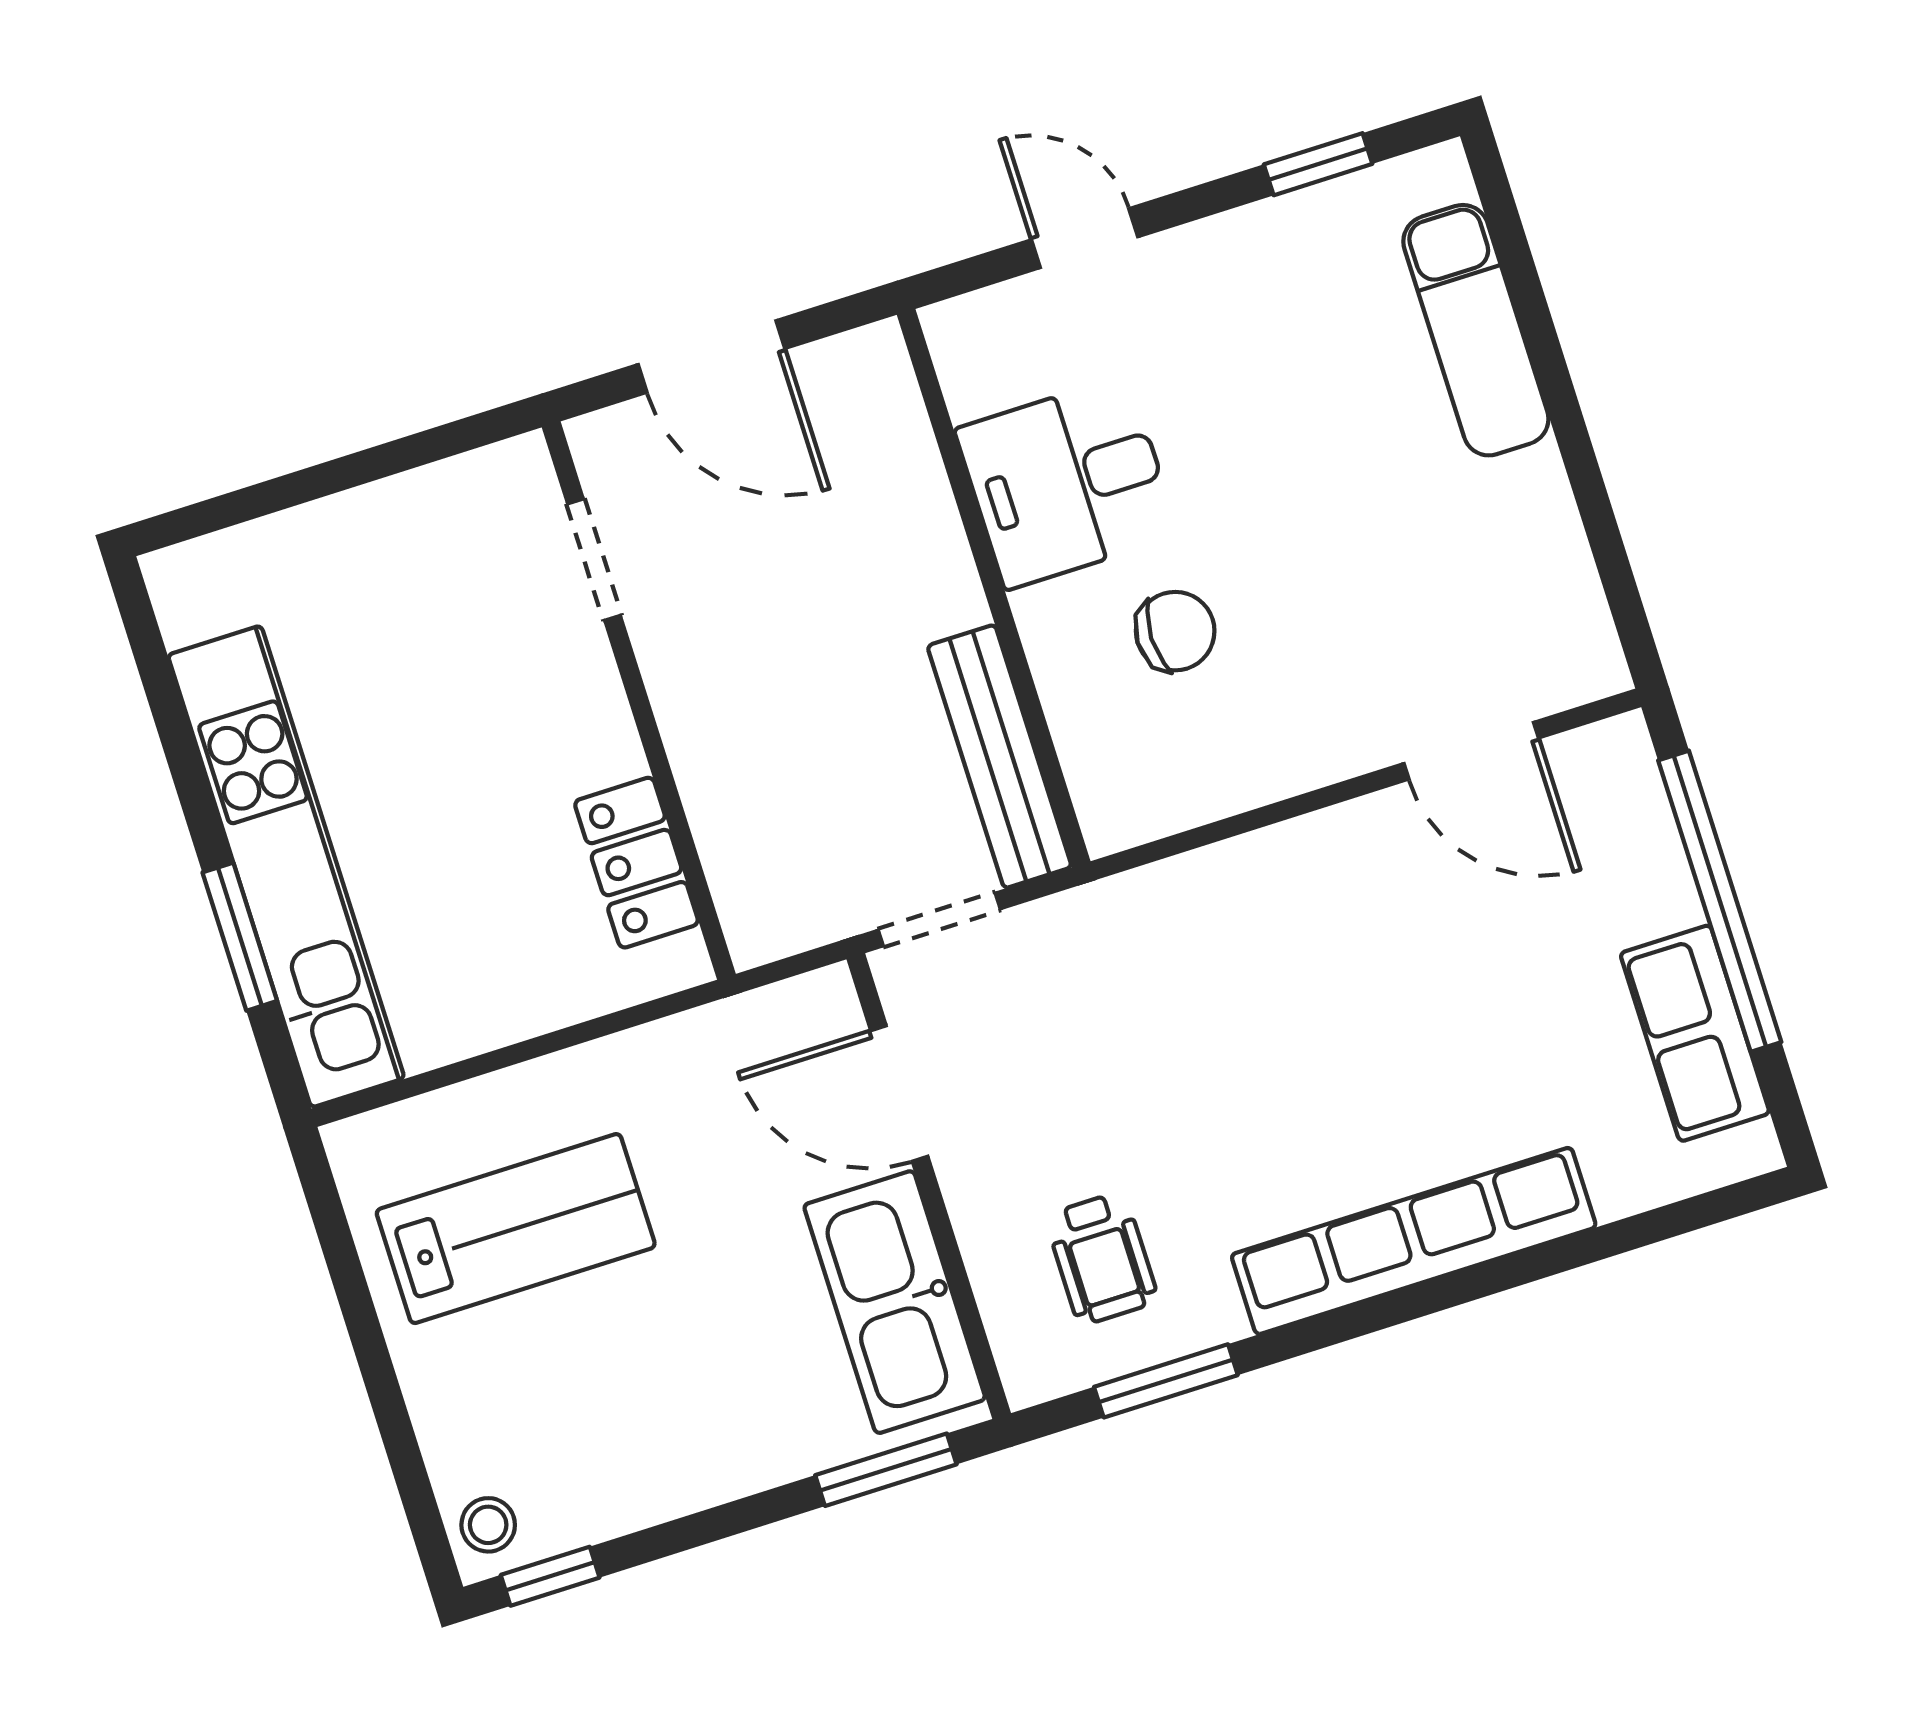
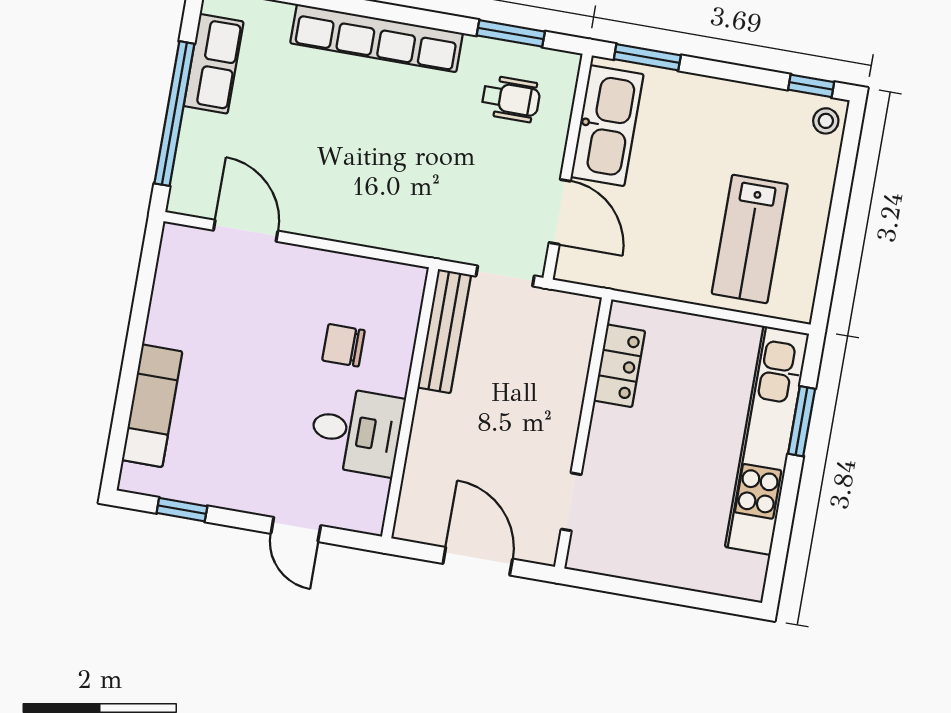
lab bench: (516, 1229) -> (750, 239), turned -90
wheelchair: (1102, 1258) -> (511, 99), turned 90

